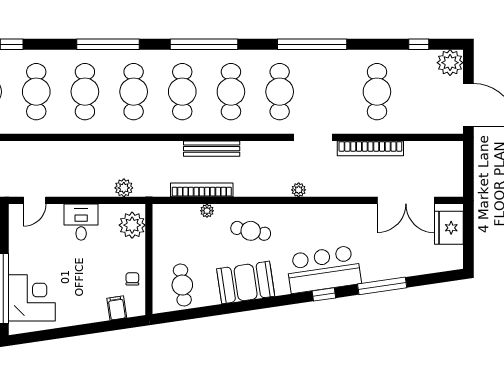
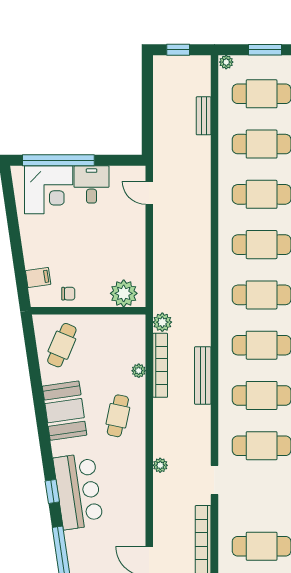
doorway: (313, 137) -> (214, 480), width x0.73
plant: (124, 188) -> (162, 322), moved
desk: (81, 222) -> (91, 184), moved, turned -90
cafe table: (182, 285) -> (62, 345), turned -60

